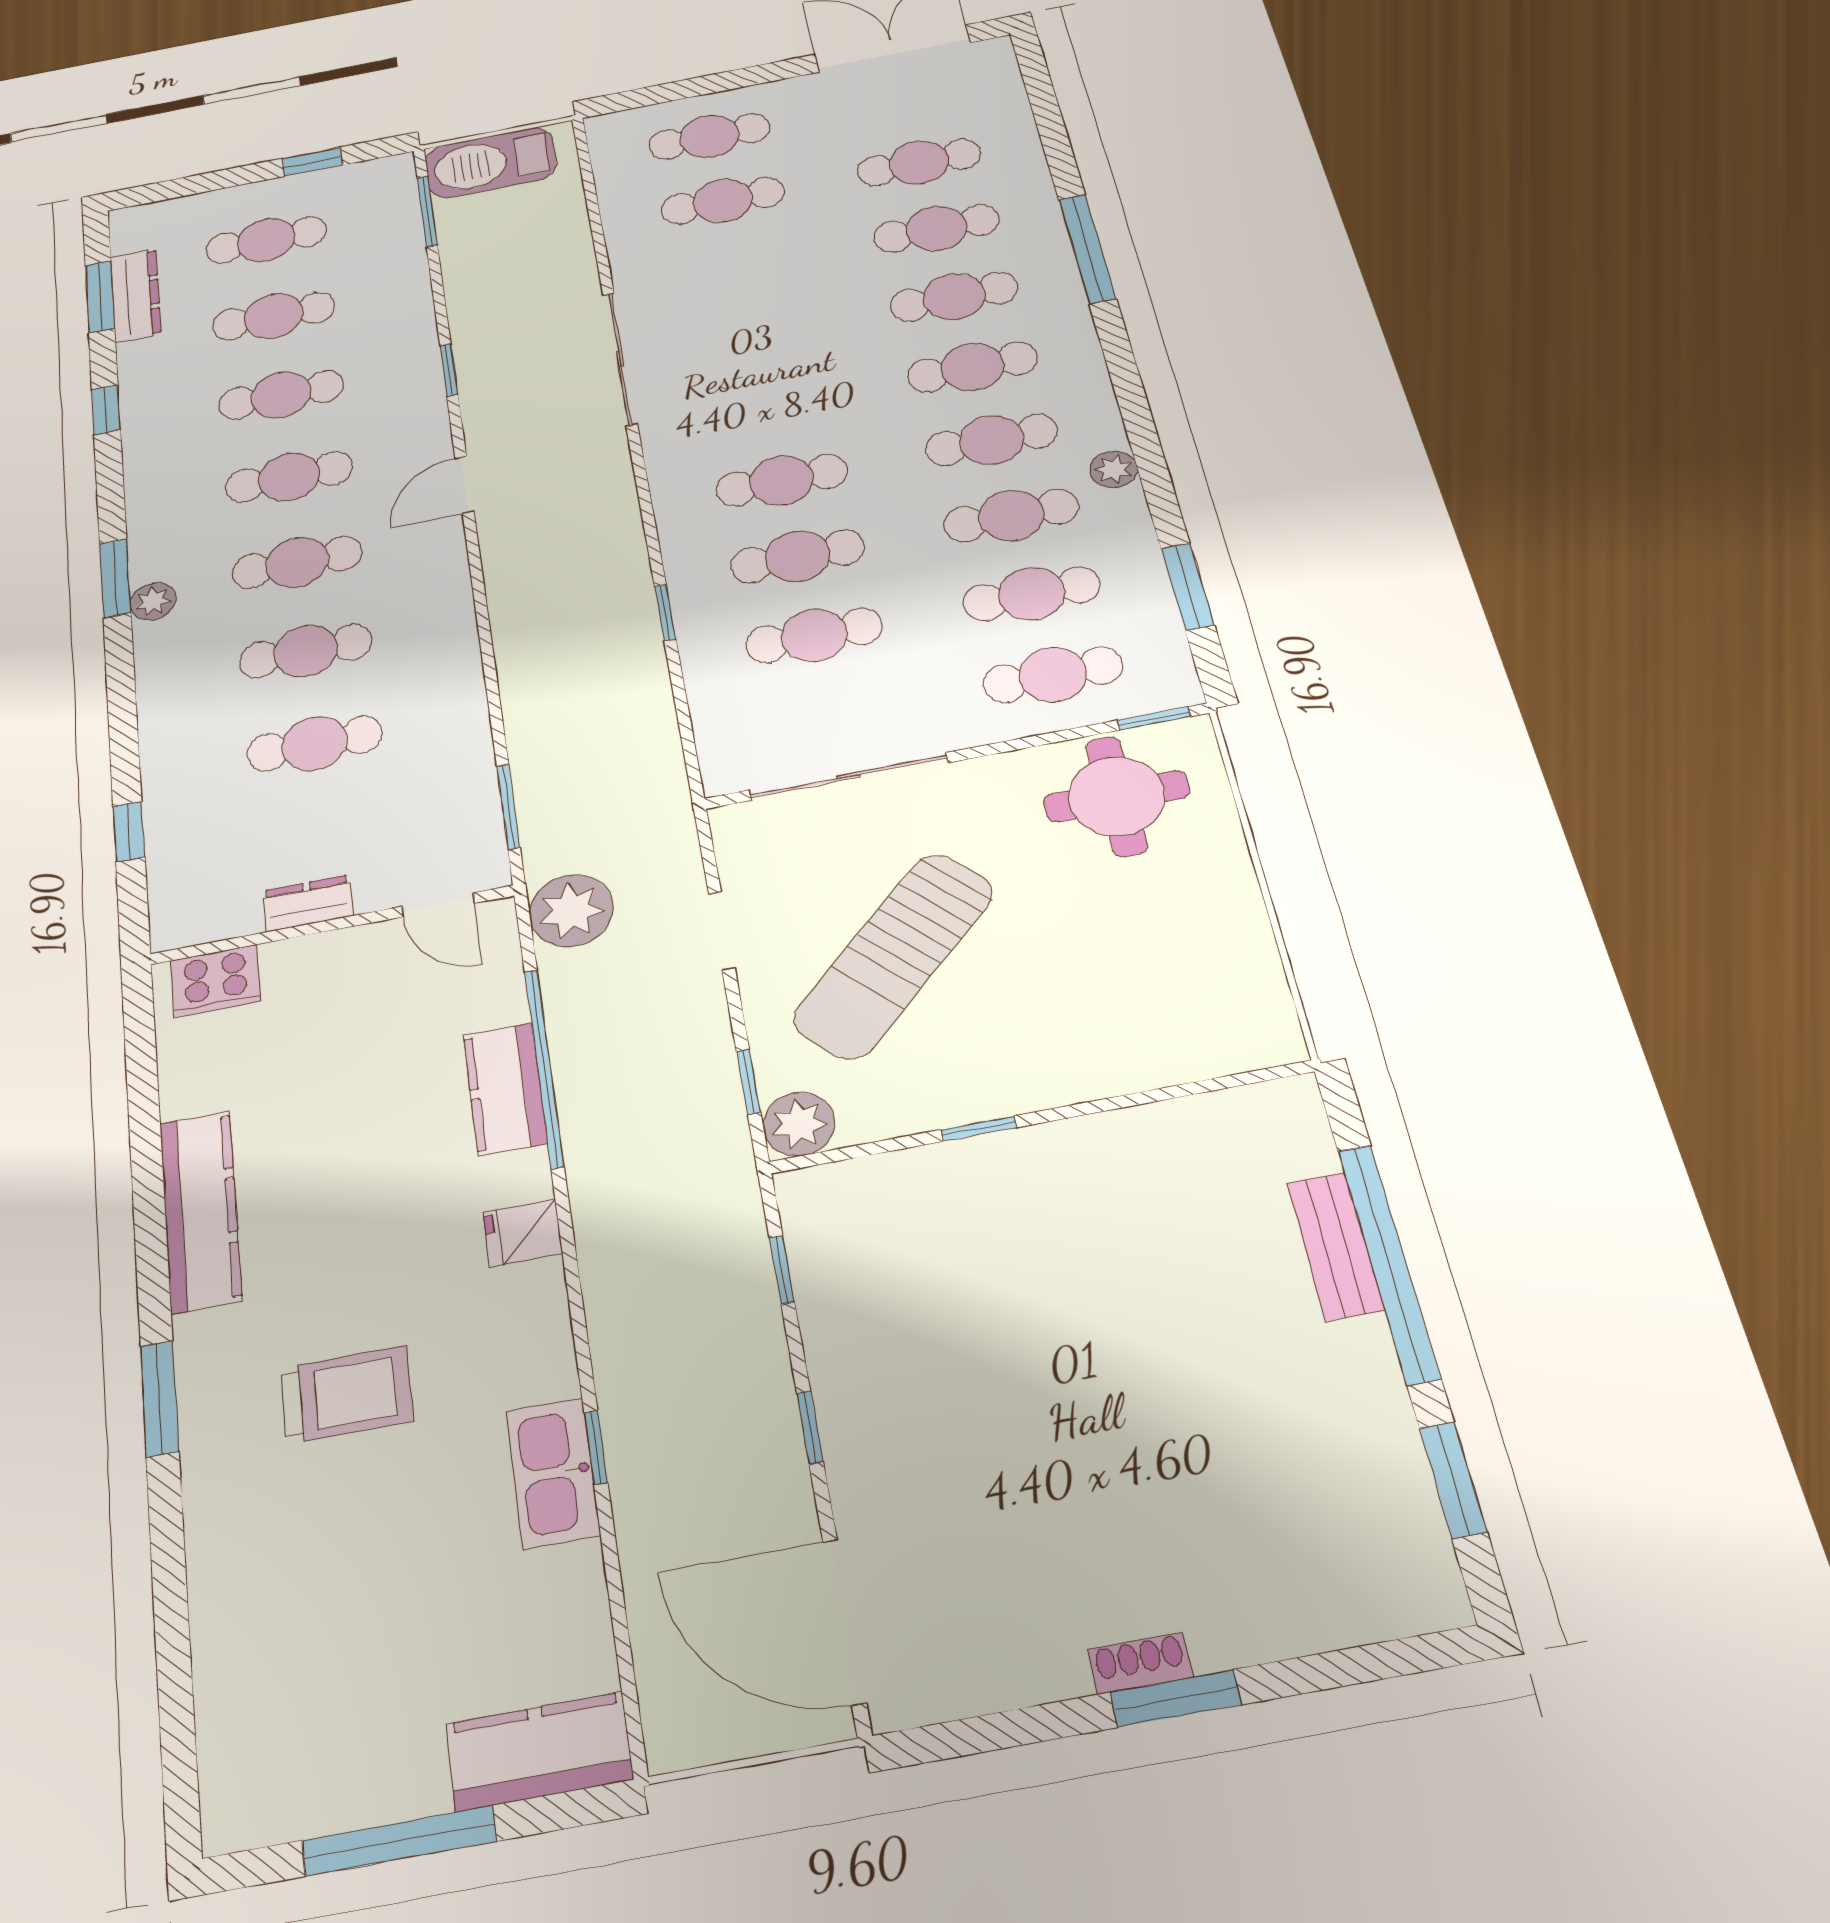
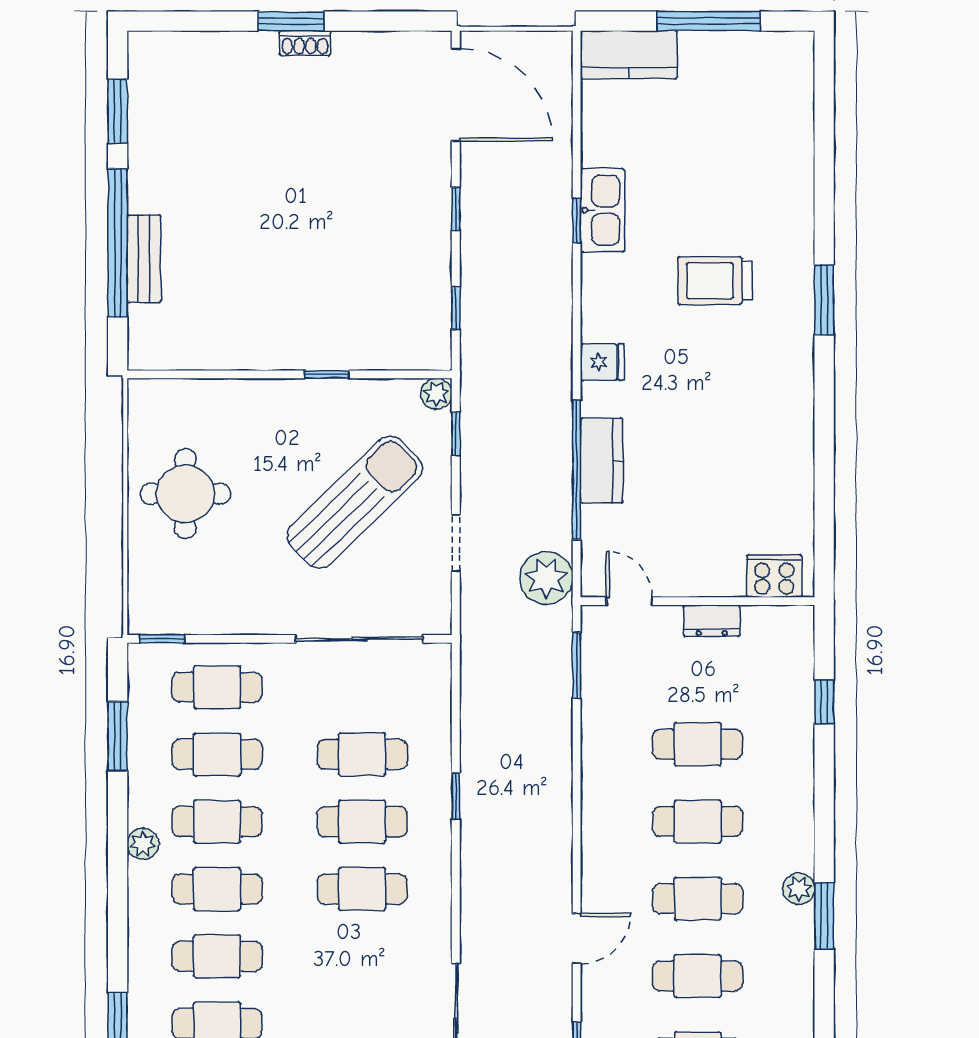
round table: (1117, 796) -> (185, 494), moved
plant: (799, 1124) -> (436, 394), width x0.73, depth x0.73
kitchen counter: (200, 1211) -> (793, 417), removed

